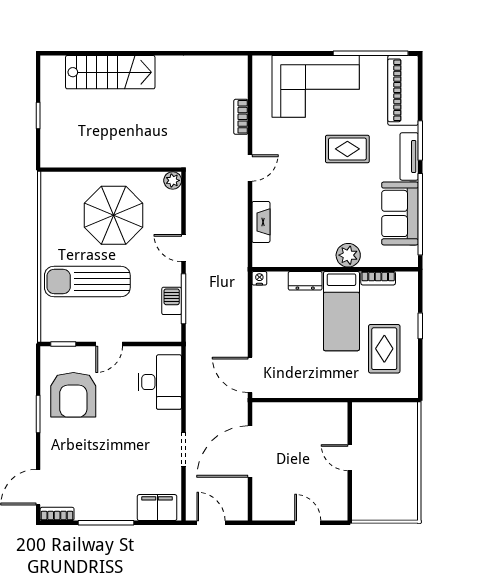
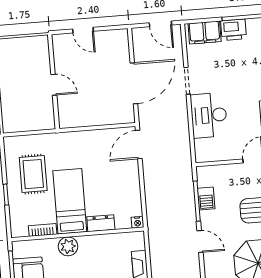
door: (250, 375) -> (139, 144), swing flipped
desk: (160, 382) -> (209, 115), moved
printer: (121, 508) -> (234, 30), added

